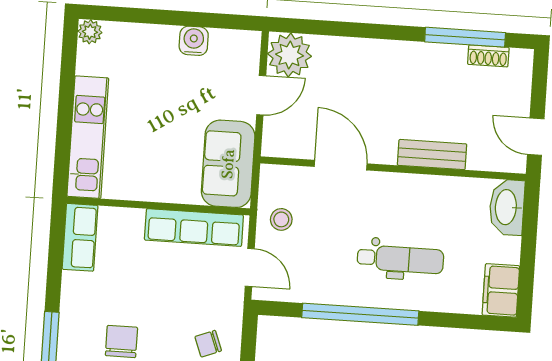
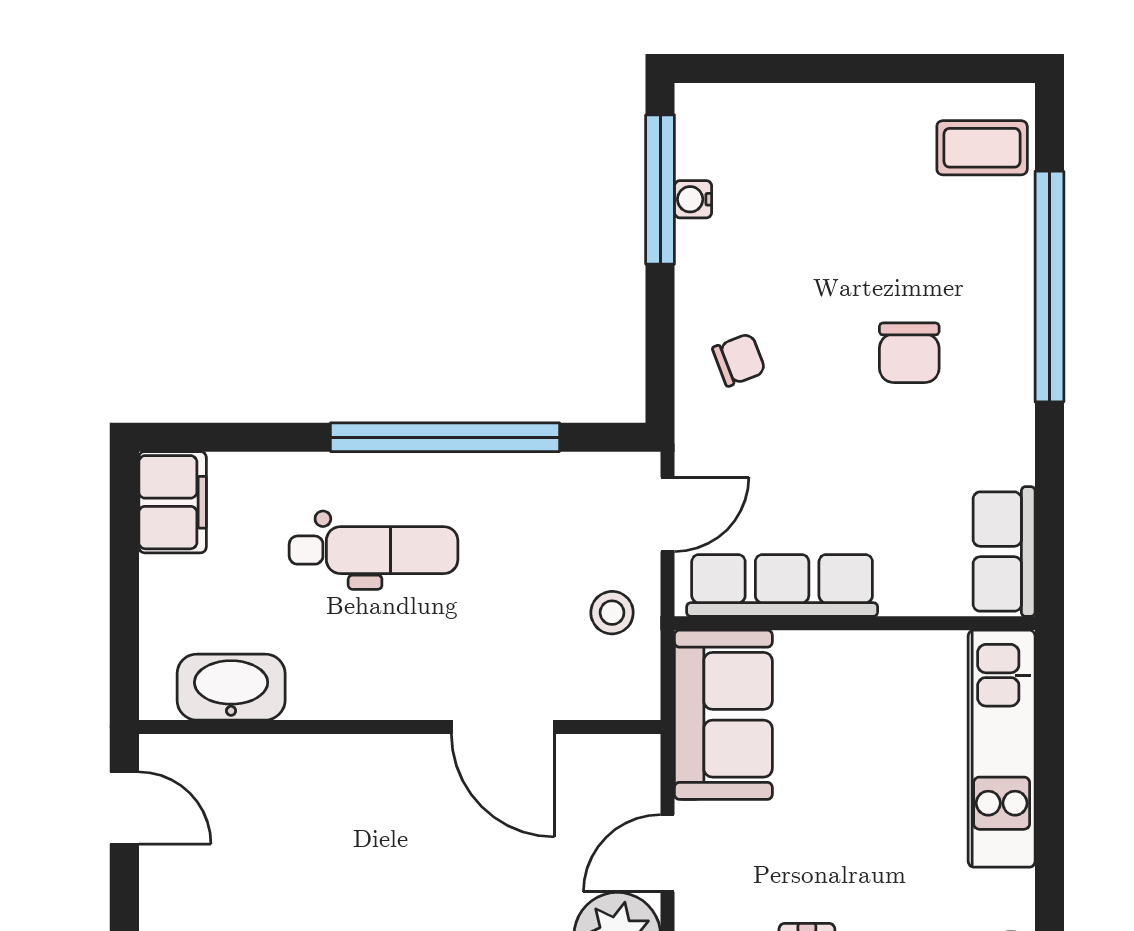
bench: (432, 155) -> (325, 759), removed
washbasin: (507, 207) -> (231, 687), moved, turned -90
dental chair: (400, 259) -> (374, 550), turned 180
door: (250, 268) -> (668, 514), swing flipped

